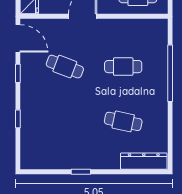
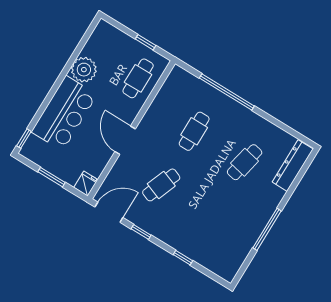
window: (81, 172) -> (267, 229), width x2.17

